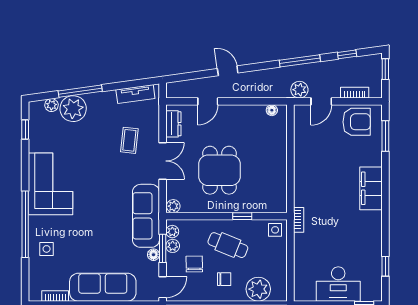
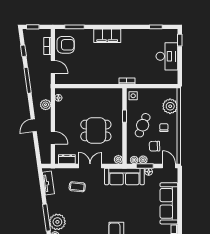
plant: (299, 90) -> (46, 105), moved
armchair: (357, 122) -> (66, 45), turned 90

